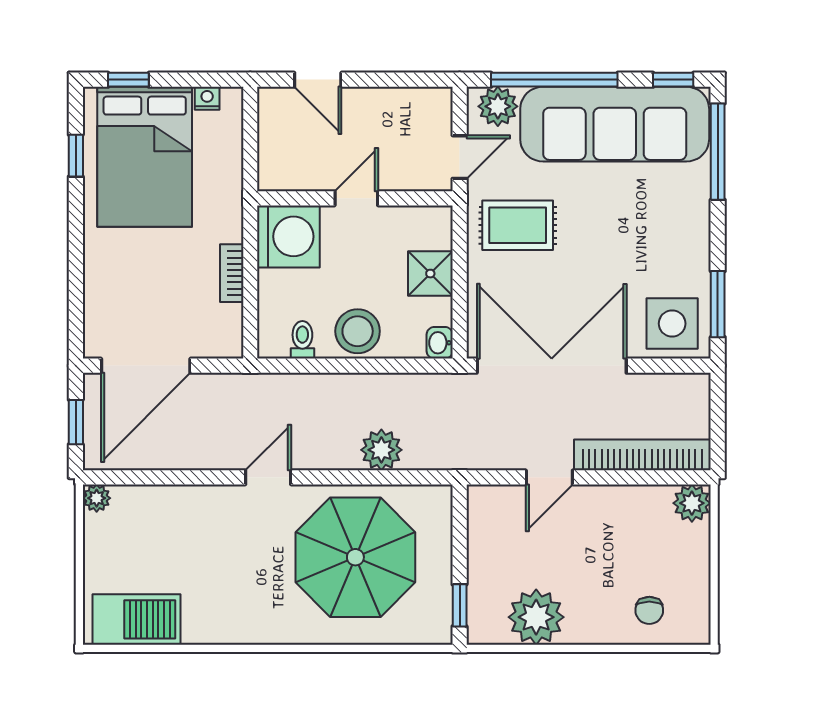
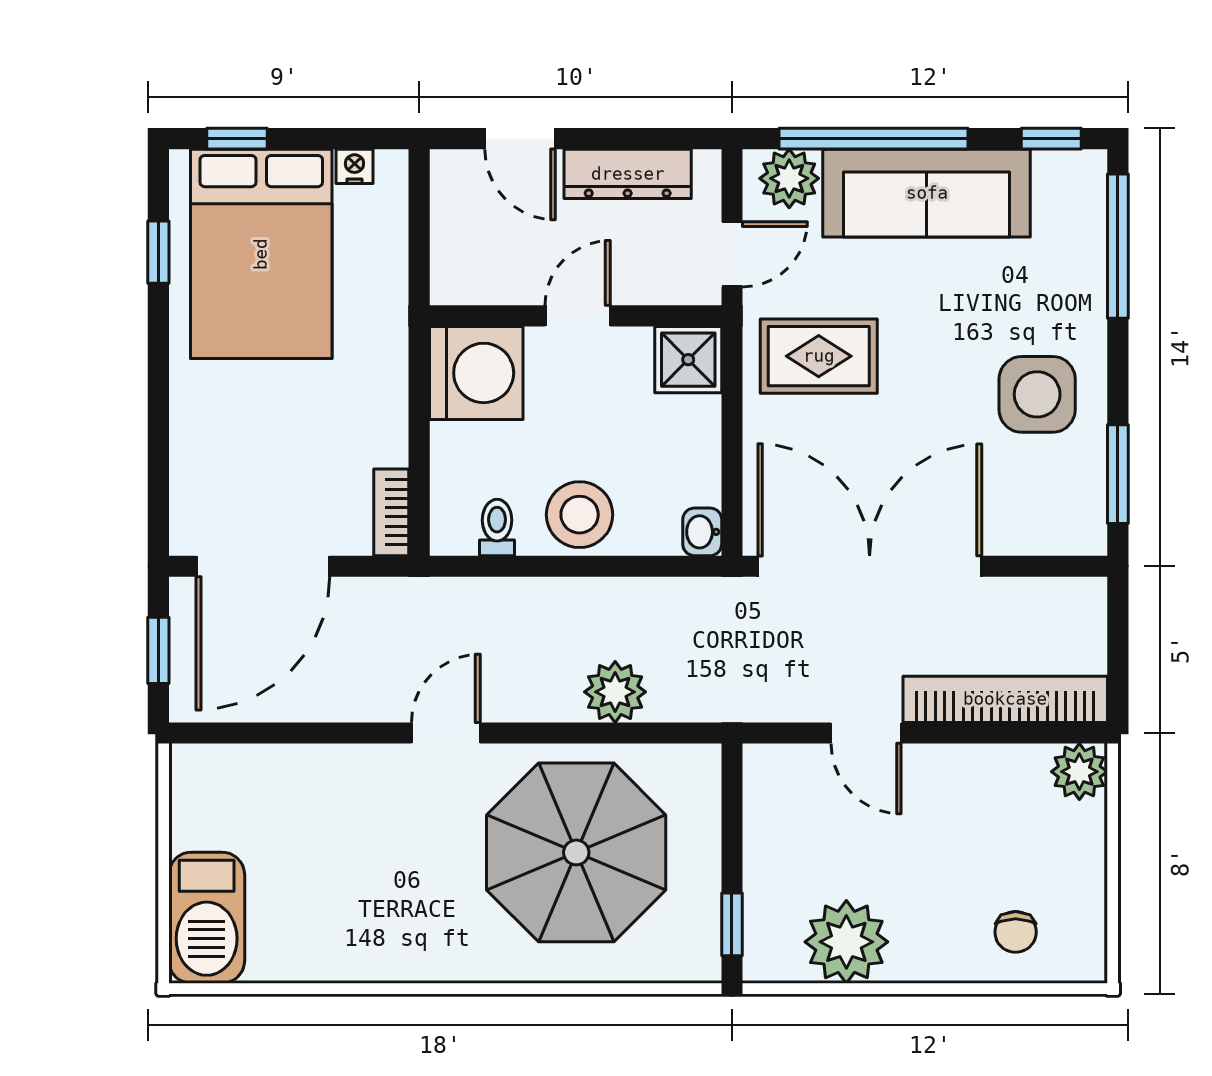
dresser: (390, 103) -> (628, 174), added
sofa: (615, 124) -> (927, 193), width x0.74, depth x0.79
bookcase: (232, 273) -> (391, 512), moved
shower: (430, 274) -> (688, 360), moved
side table: (672, 324) -> (1037, 394), moved
door: (549, 477) -> (866, 733), hinge flipped
plant: (97, 498) -> (189, 764), removed
barbecue: (137, 619) -> (207, 918), moved, turned 90

